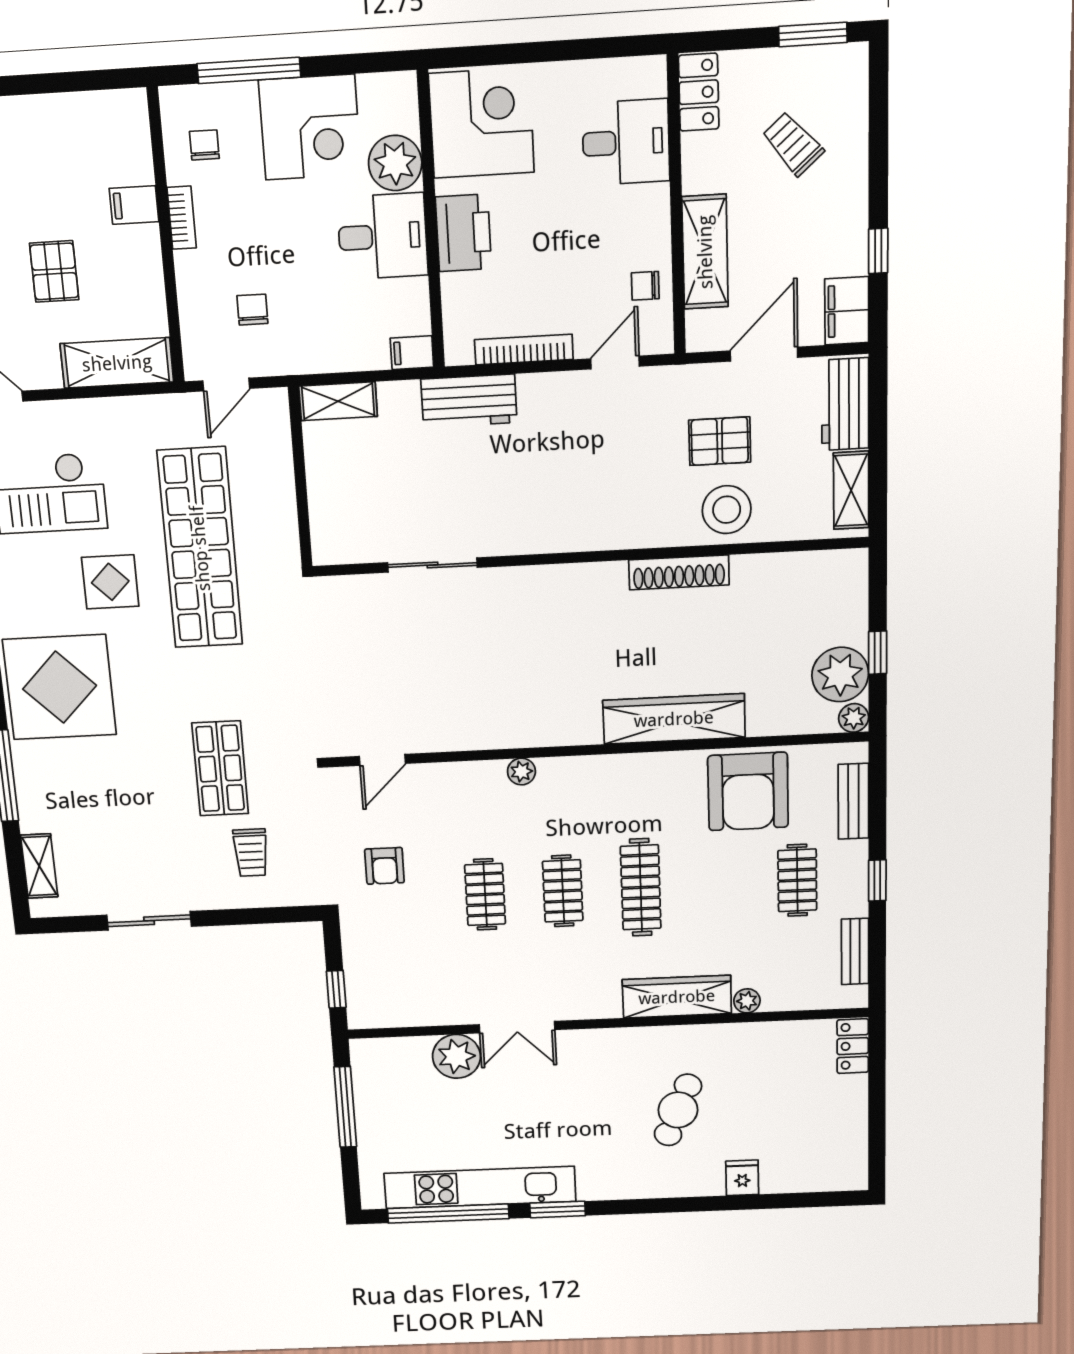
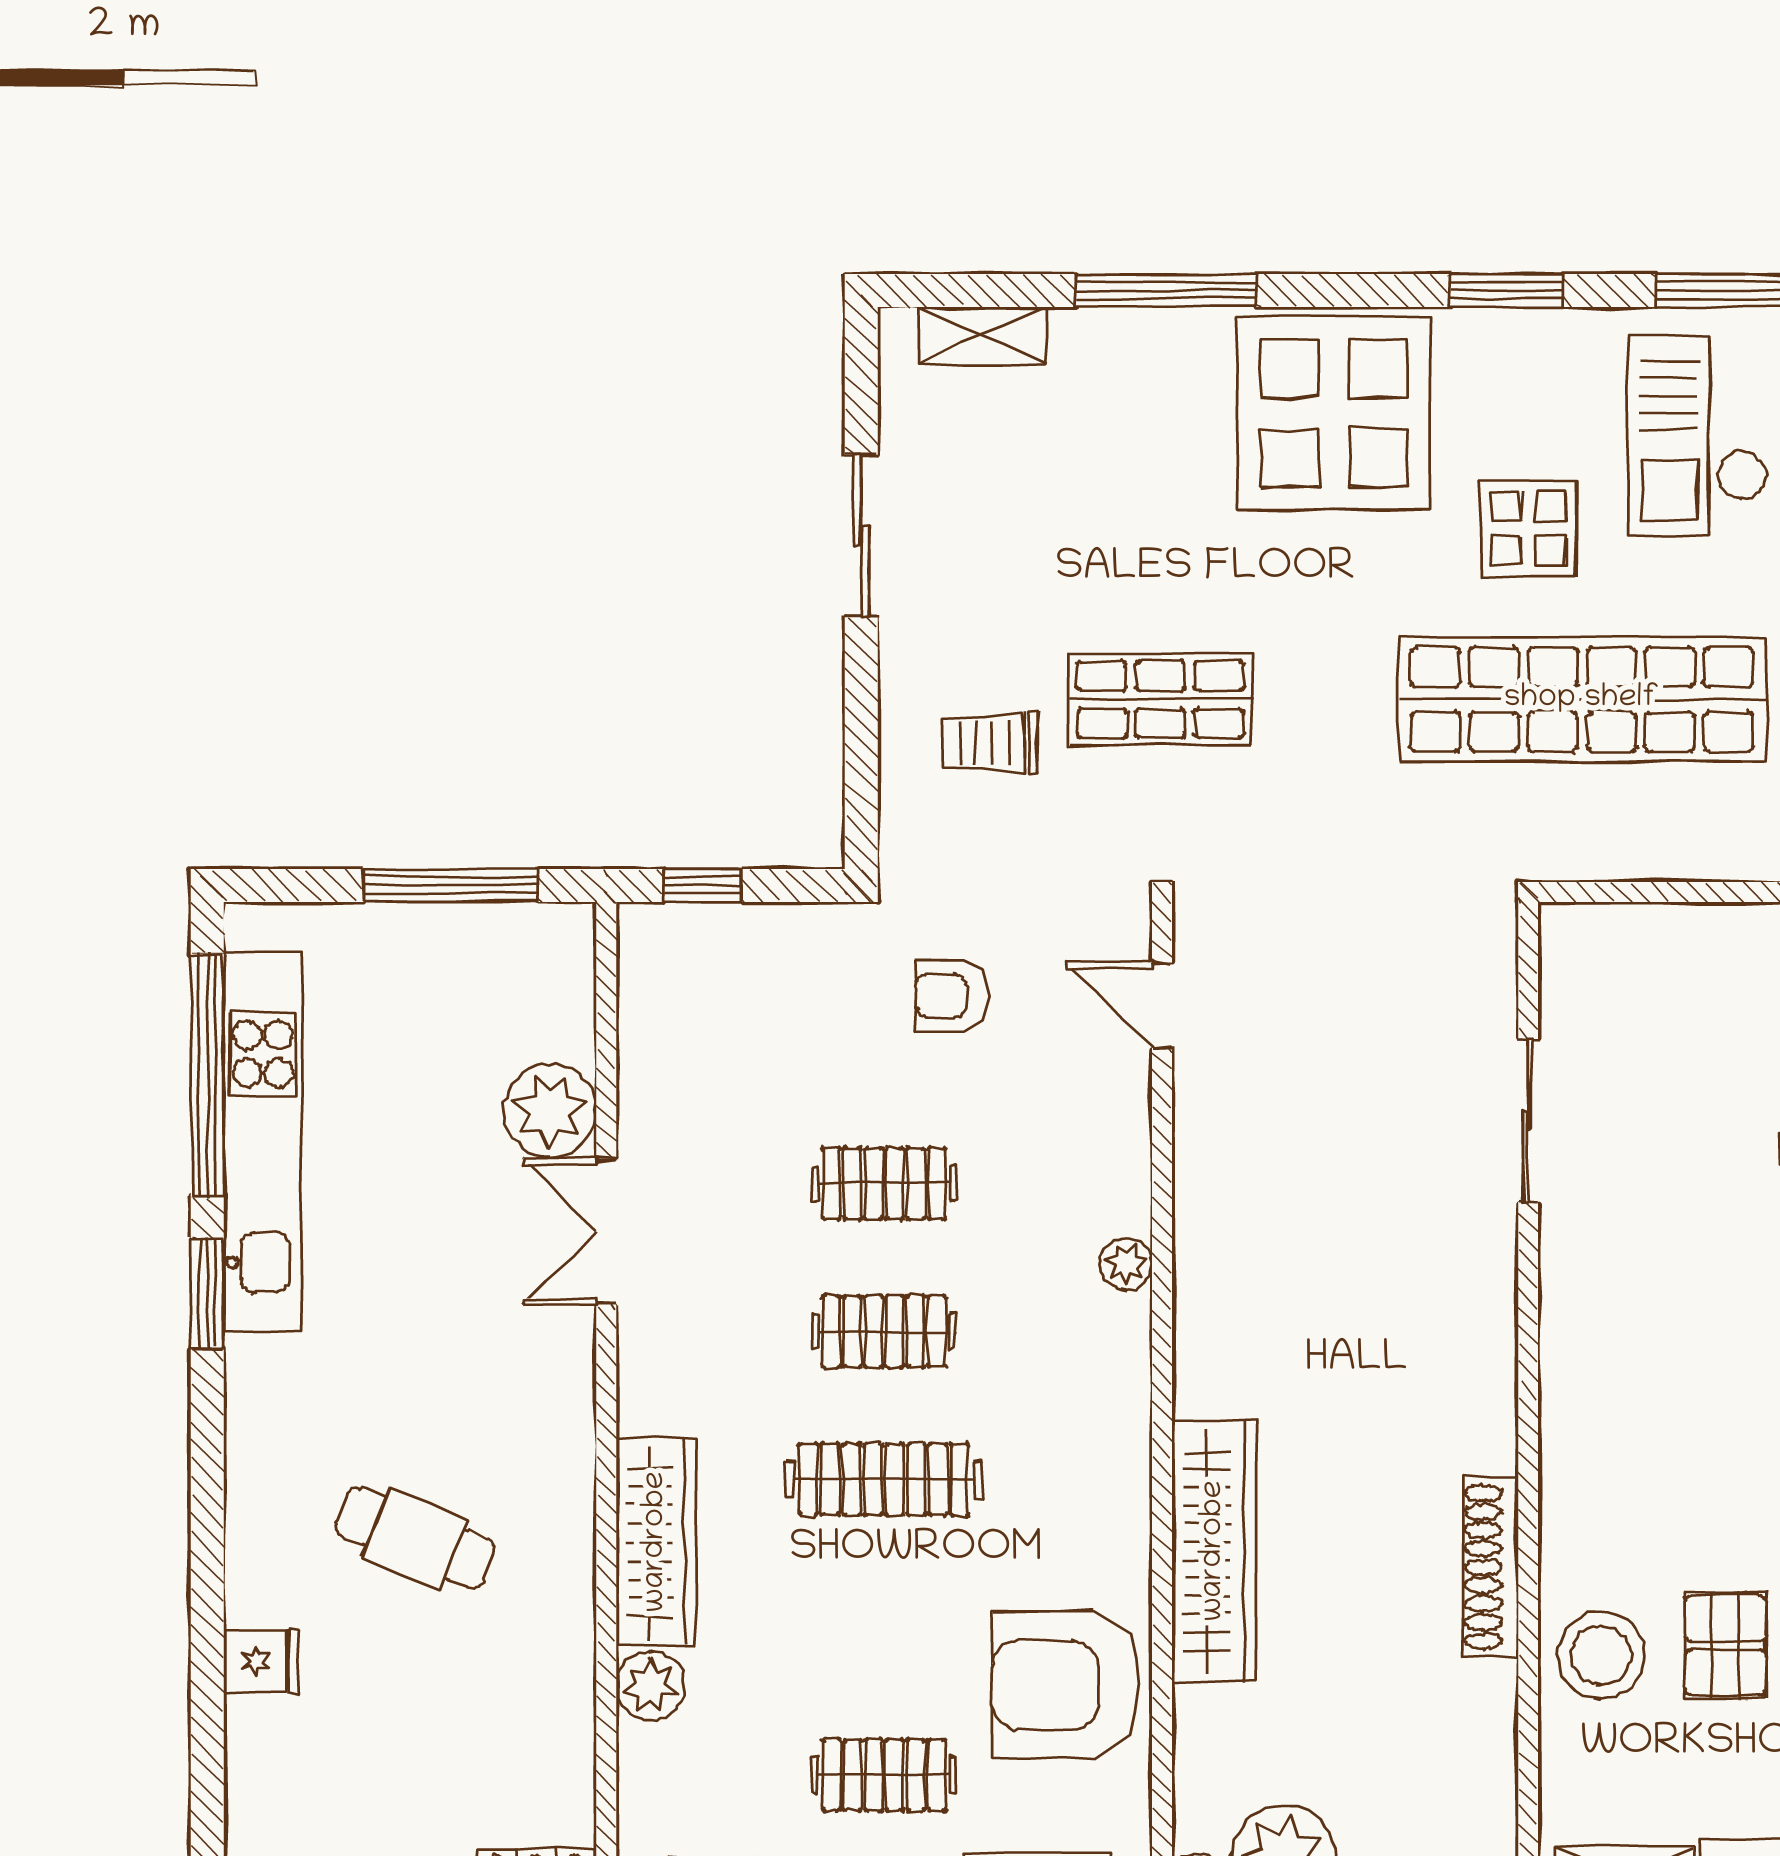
plant: (747, 1001) -> (651, 1686), width x1.38, depth x1.38

